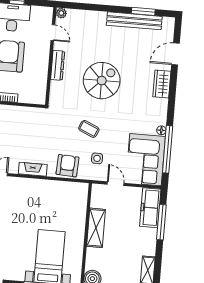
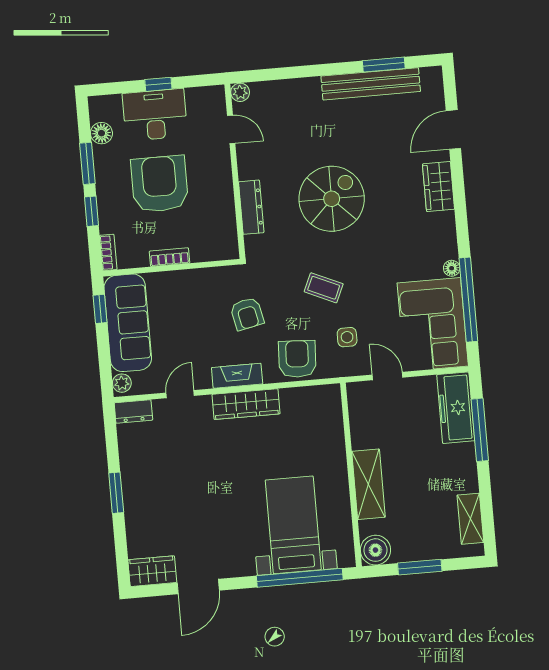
dresser: (58, 65) -> (251, 207), moved
armchair: (44, 136) -> (247, 314), added
wardrobe: (35, 186) -> (246, 404), added
shelving: (96, 228) -> (368, 484), moved

